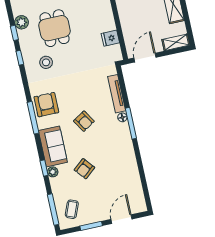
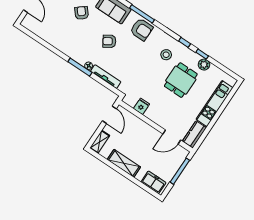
dining table: (55, 28) -> (181, 80), turned 90

